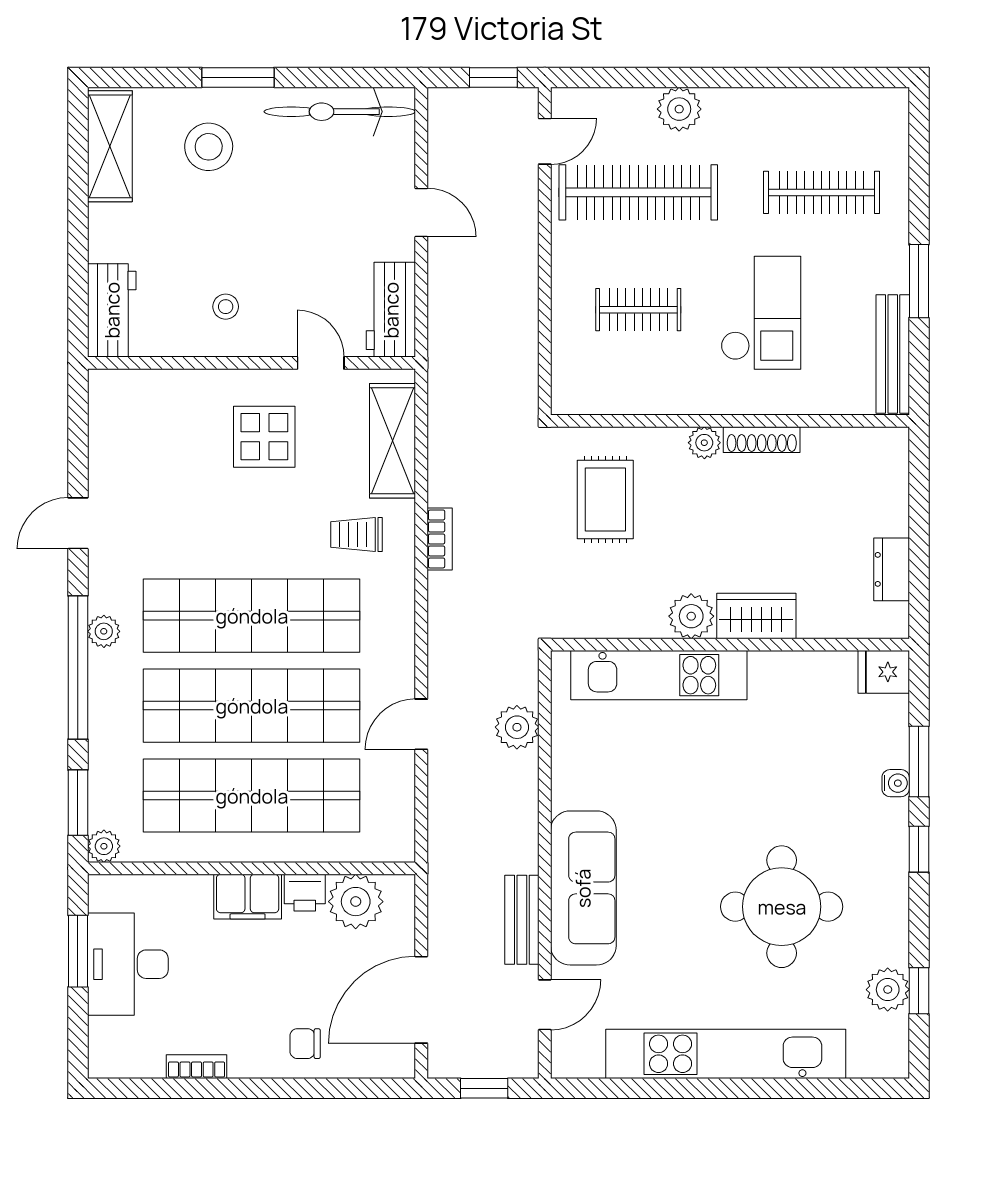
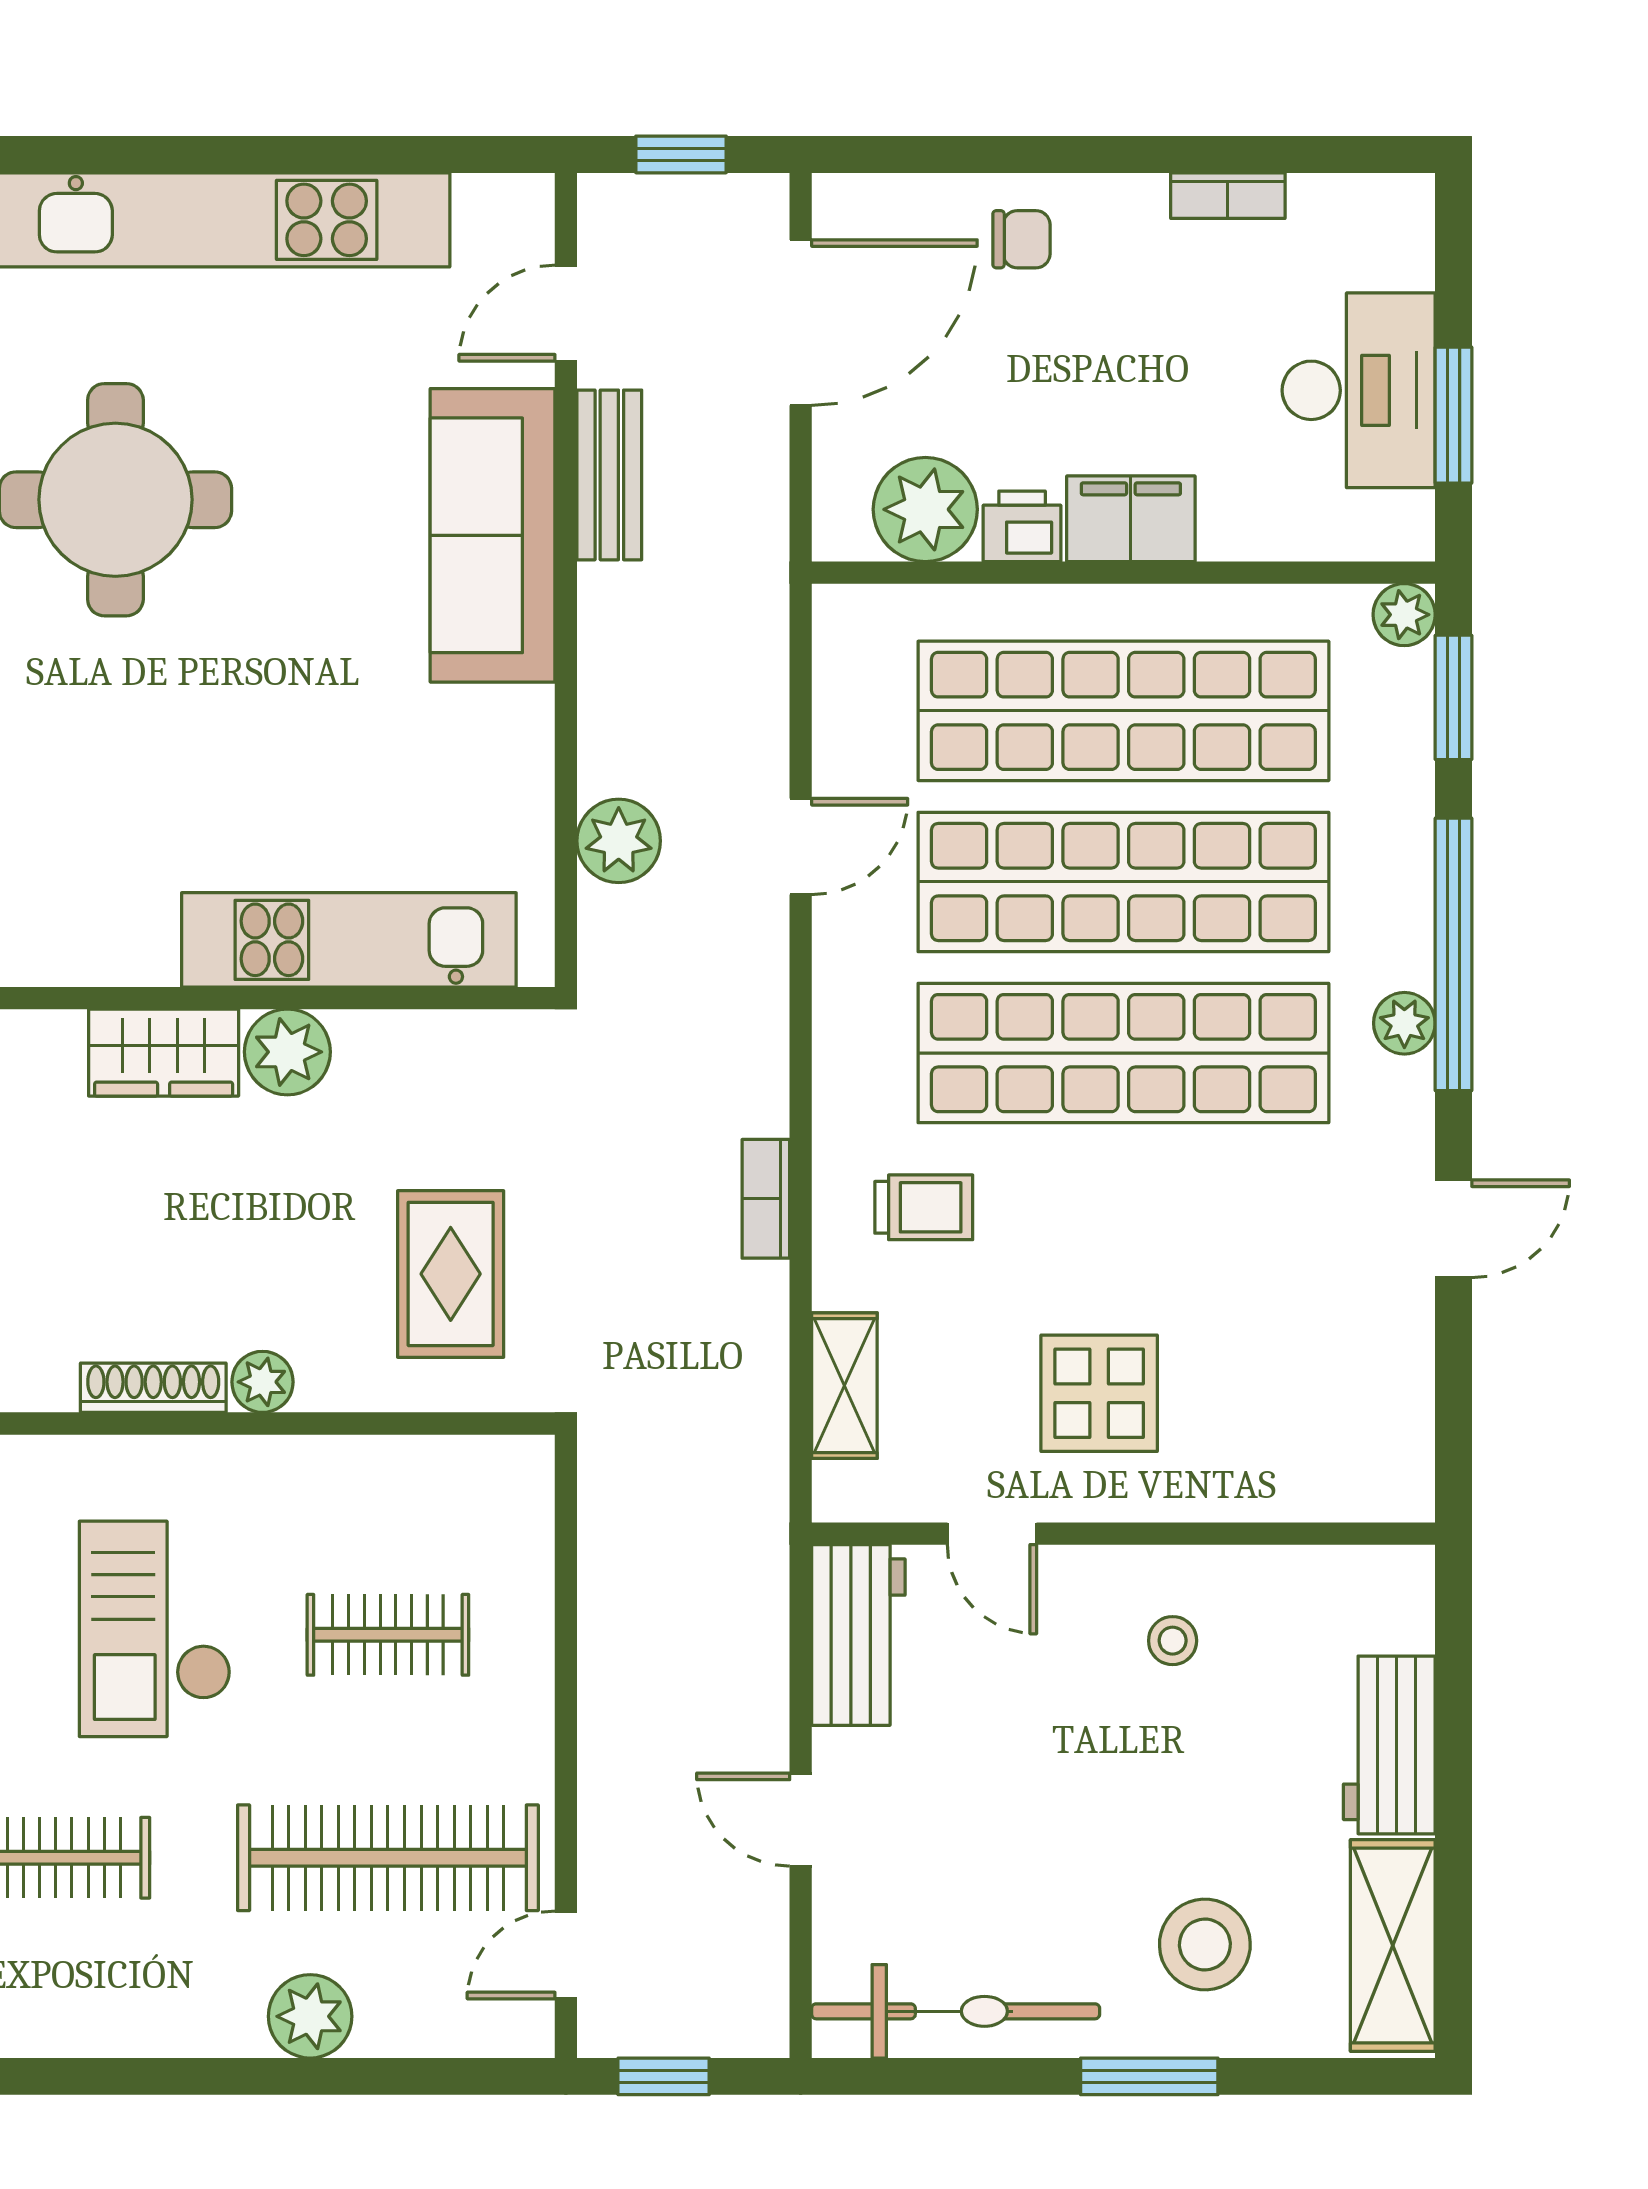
workbench: (112, 310) -> (1389, 1745), moved
shelving: (393, 441) -> (844, 1386), width x0.67, depth x0.75

